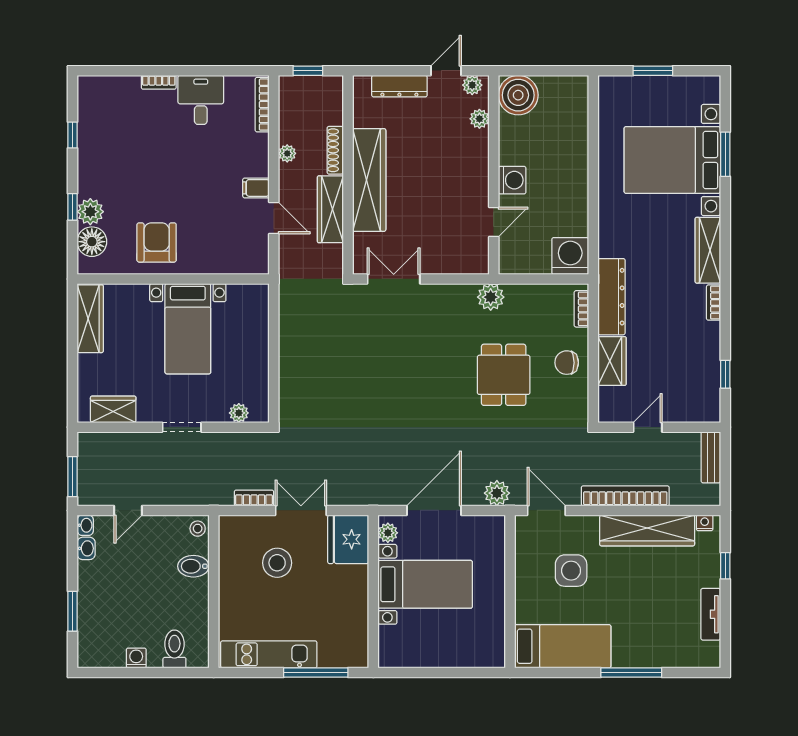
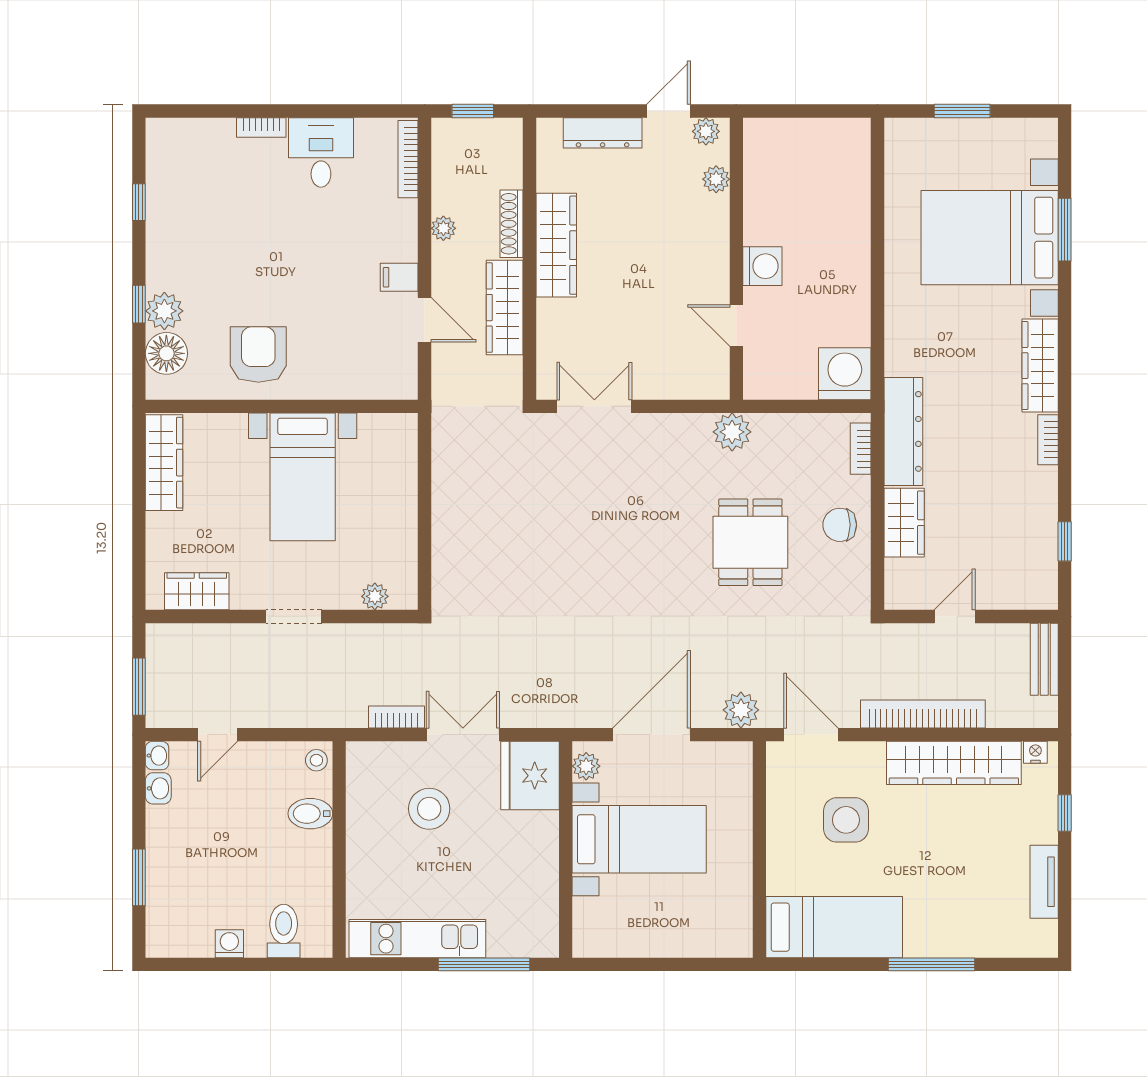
boiler: (518, 95) -> (771, 146), removed
wardrobe: (369, 180) -> (556, 245), width x0.71, depth x0.85
door: (494, 222) -> (736, 325), swing flipped

